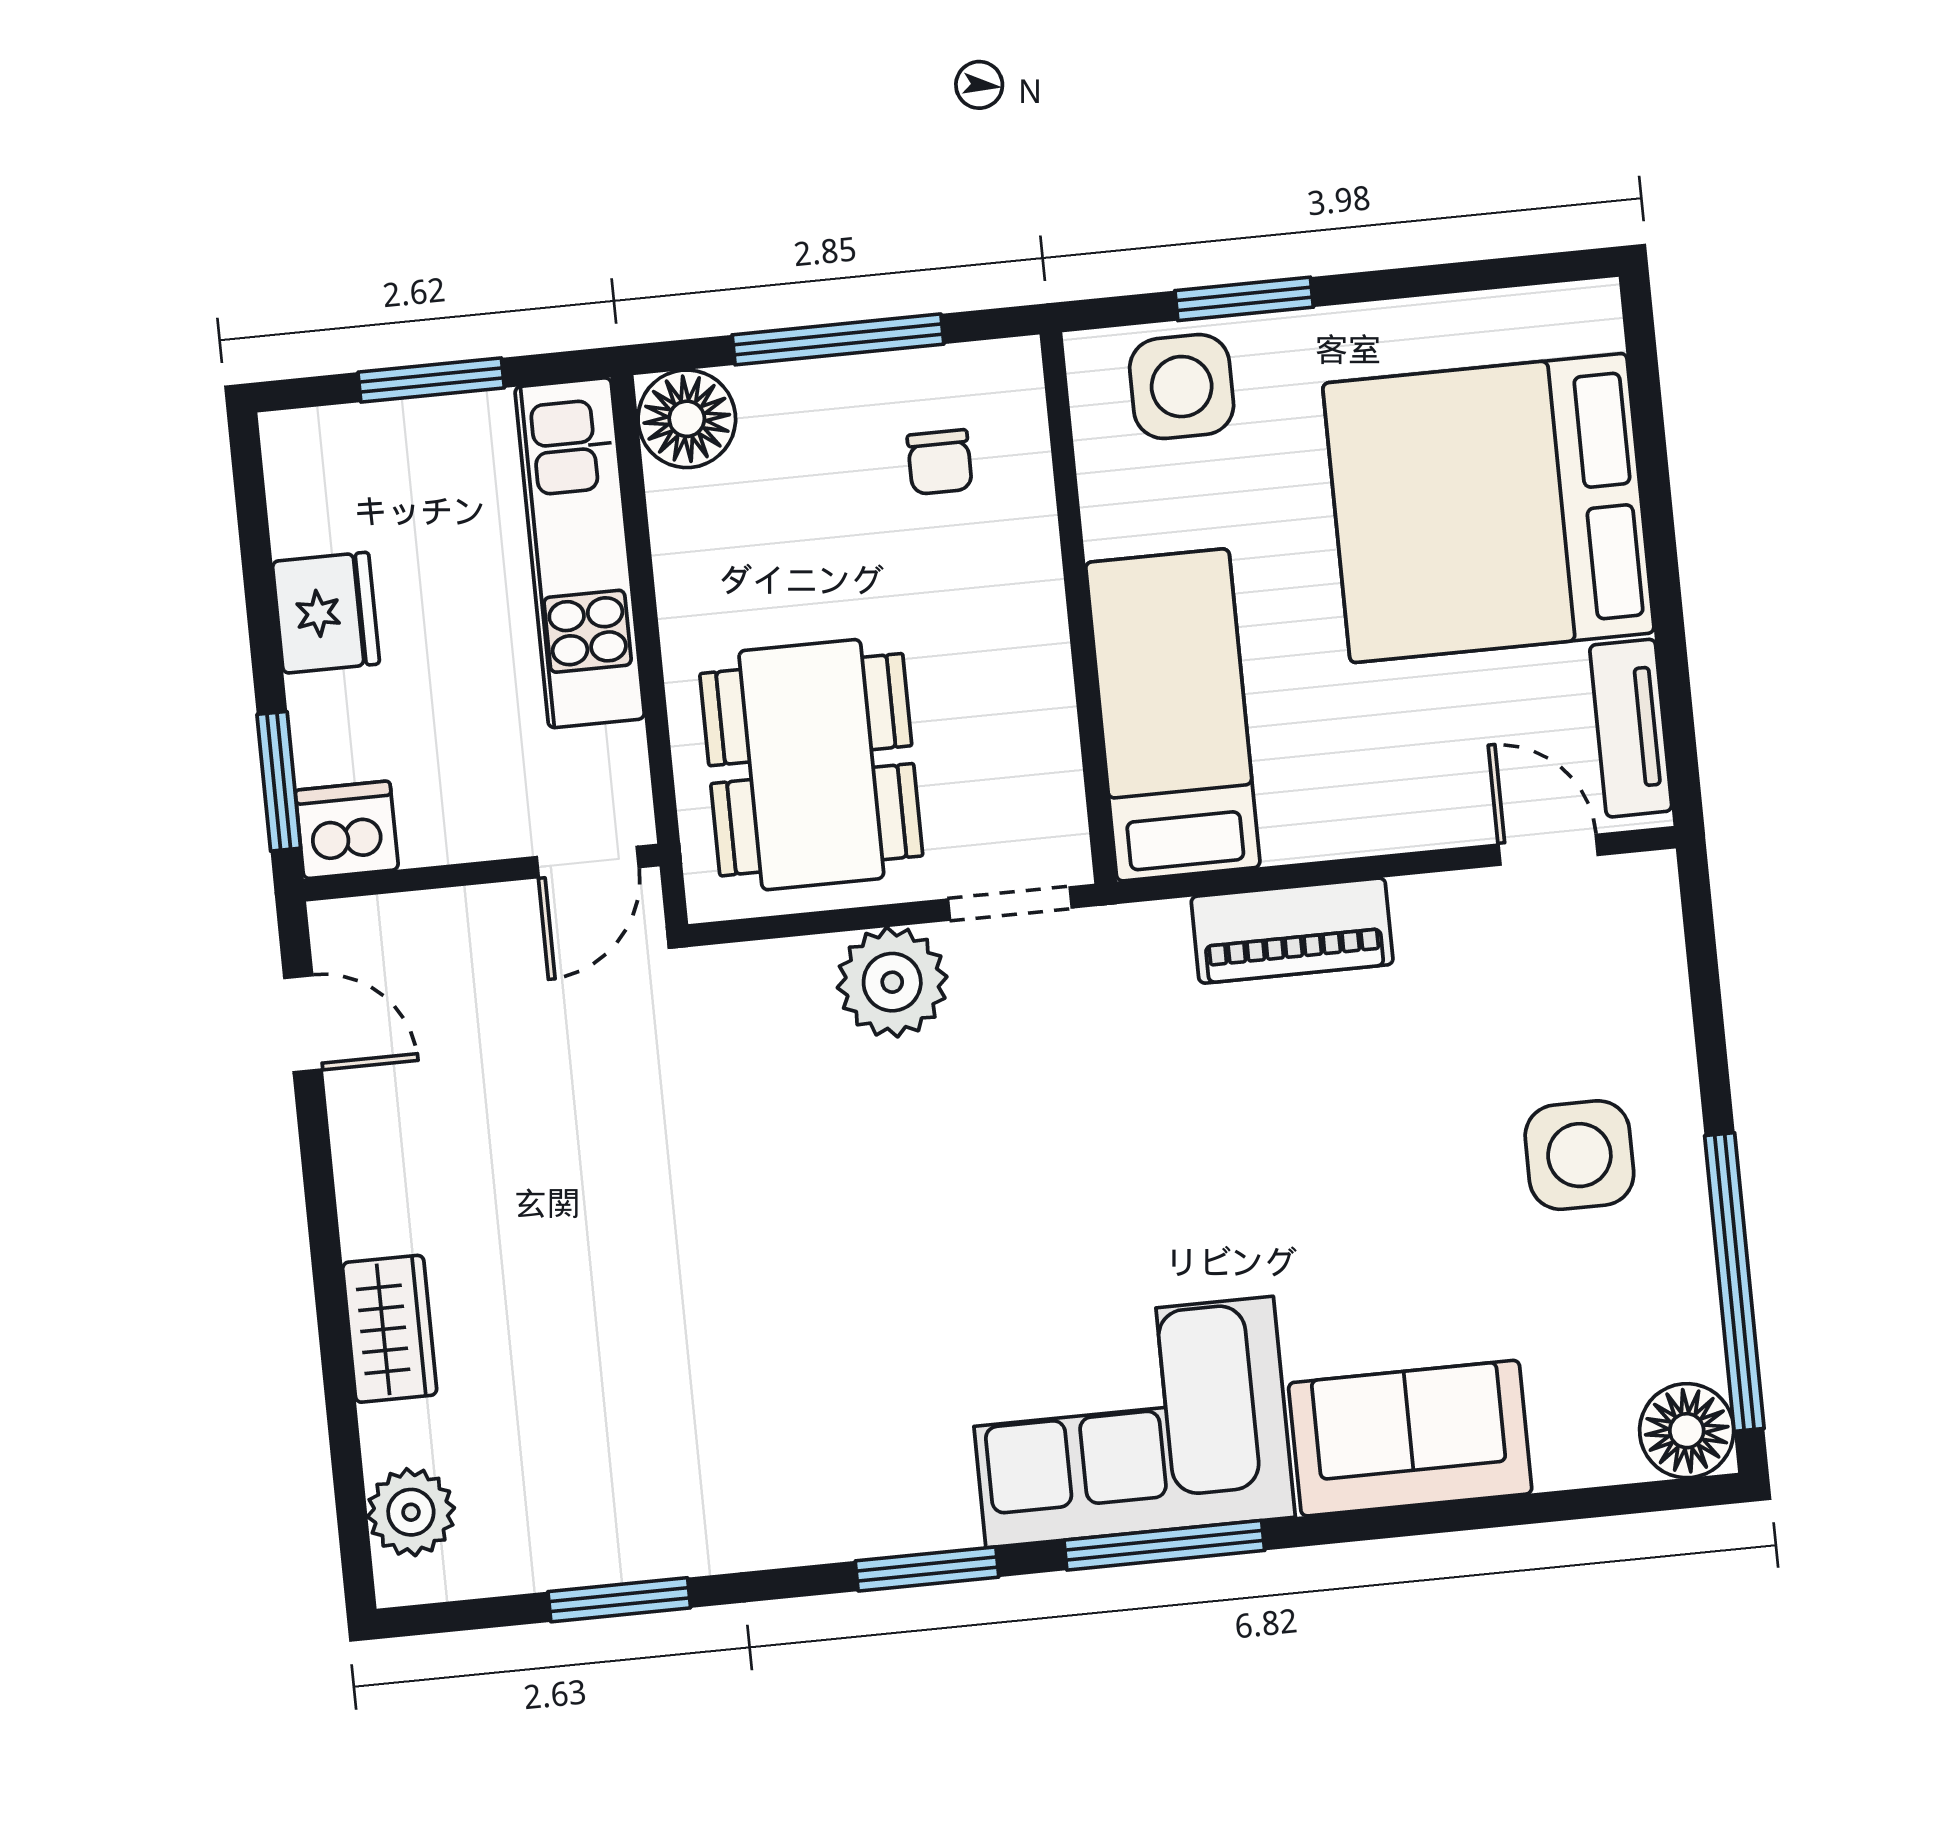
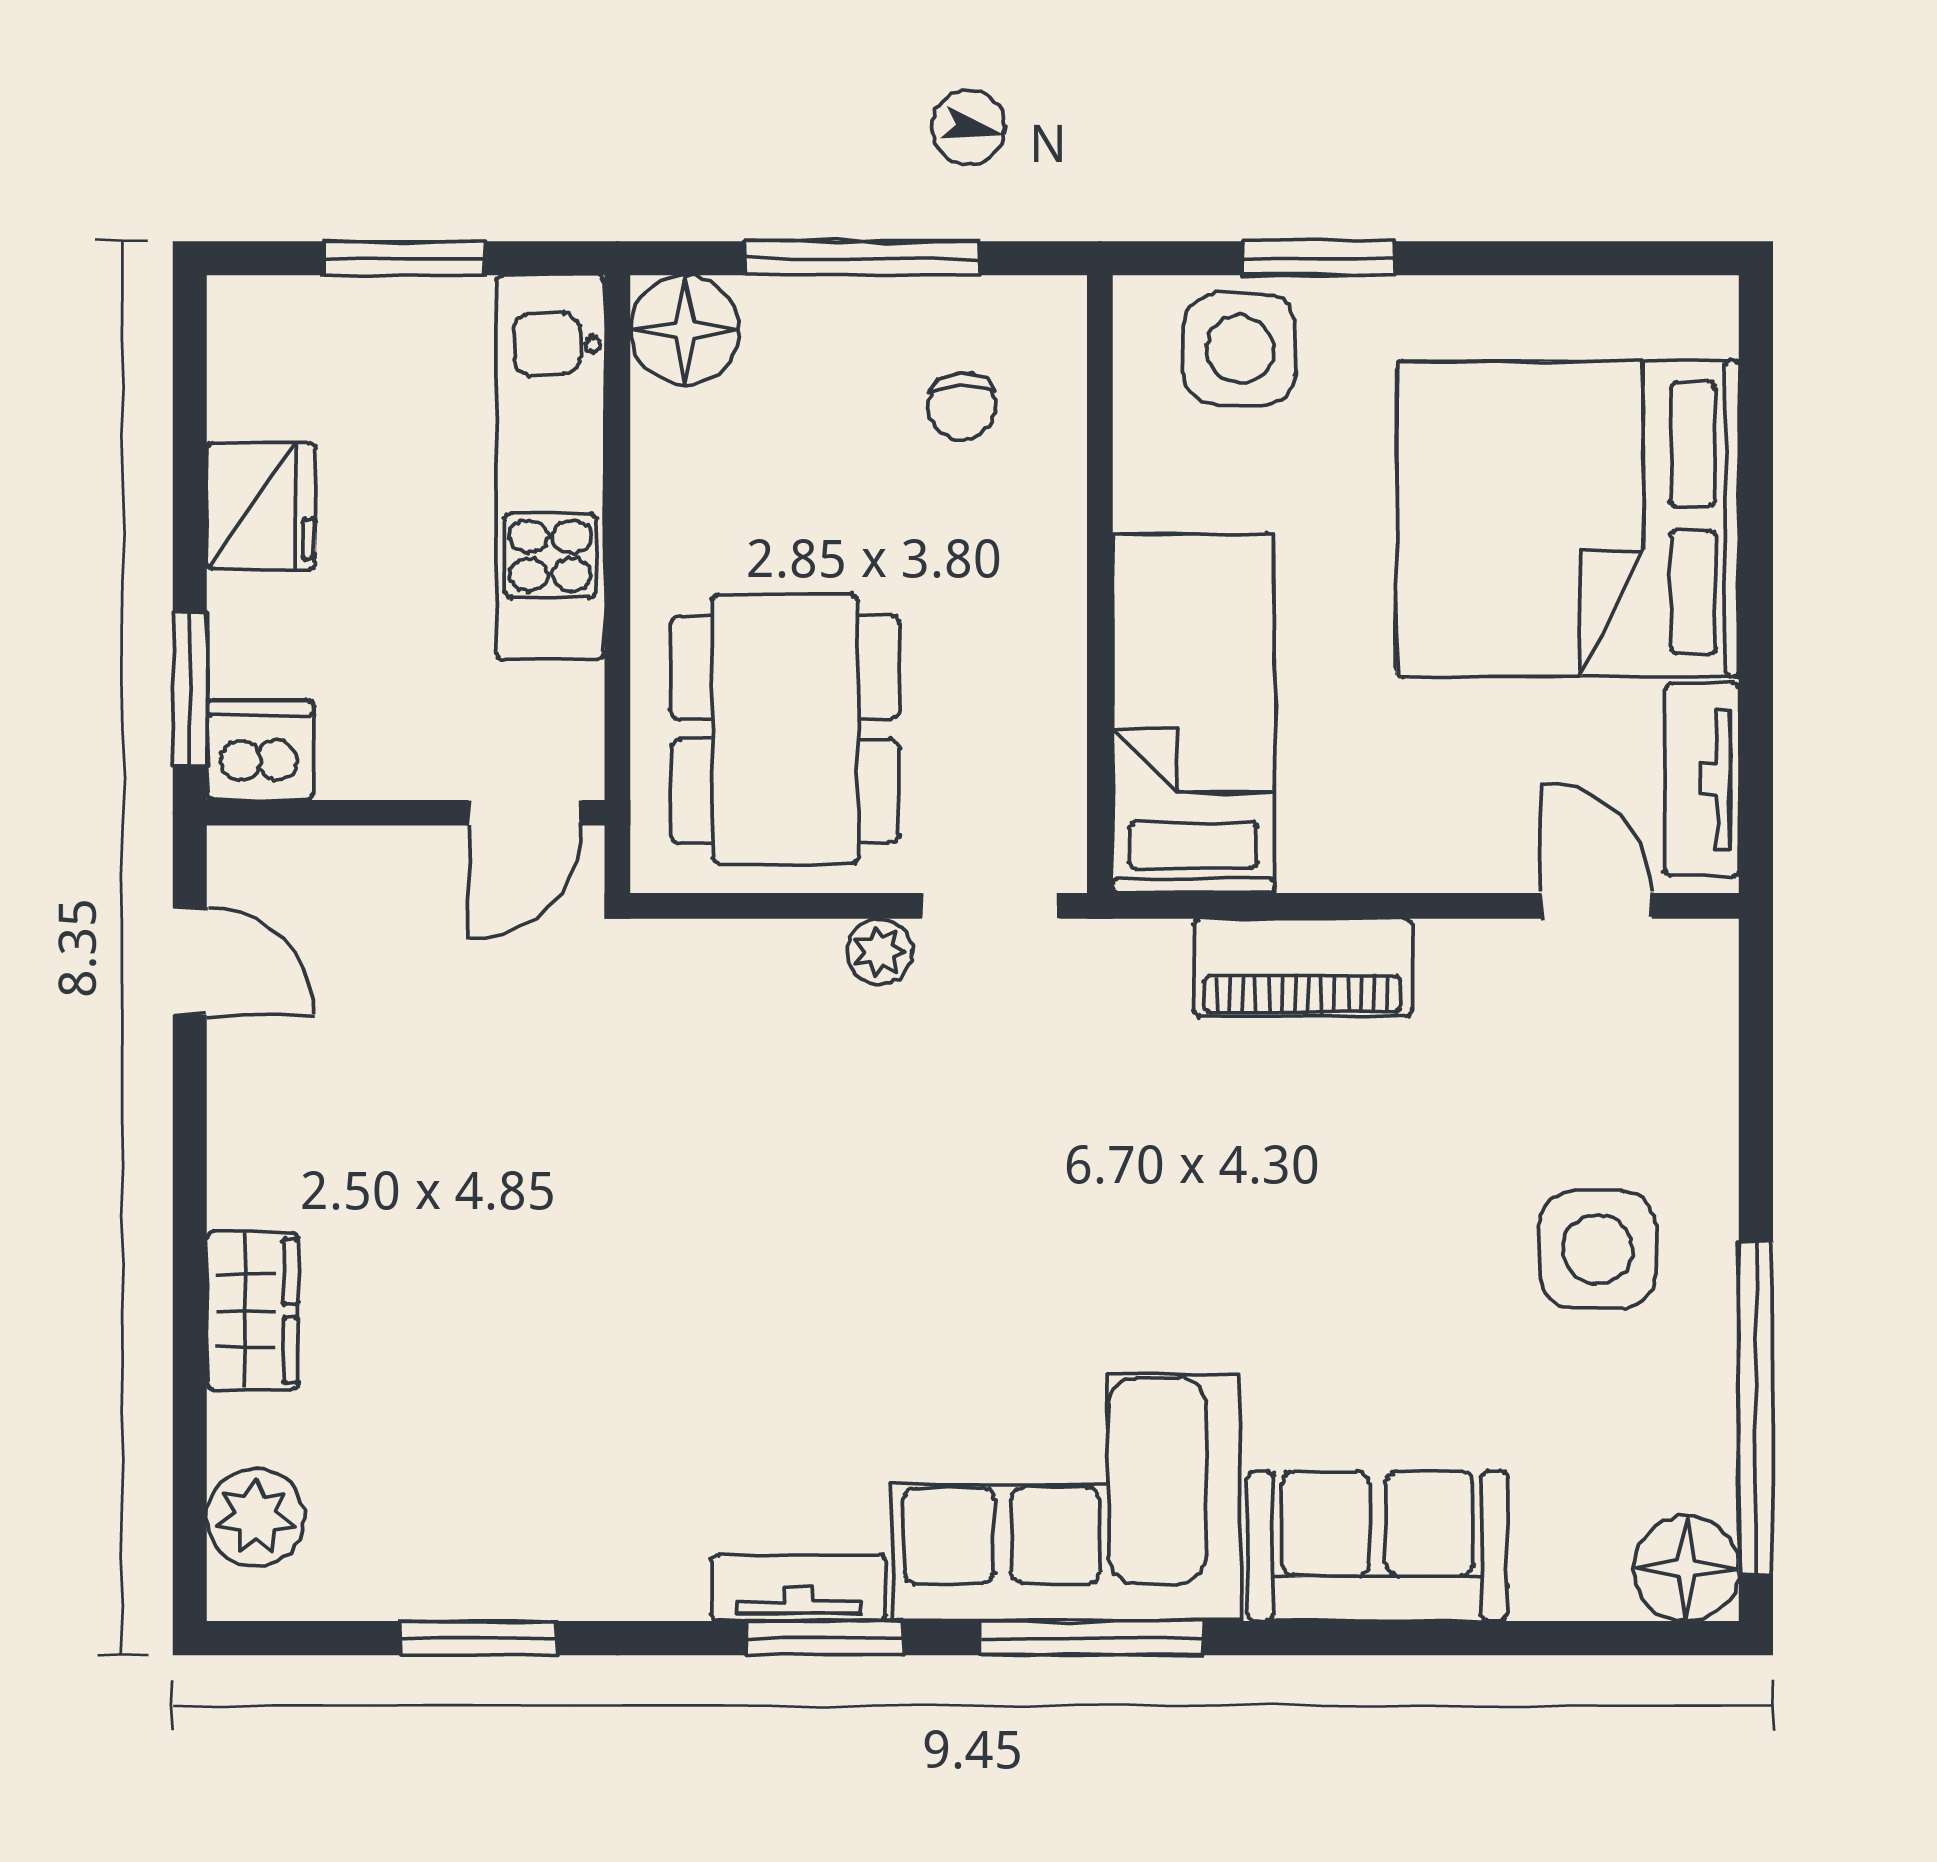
plant: (892, 982) -> (880, 952), width x0.53, depth x0.53
tv unit: (900, 1527) -> (799, 1588), added

